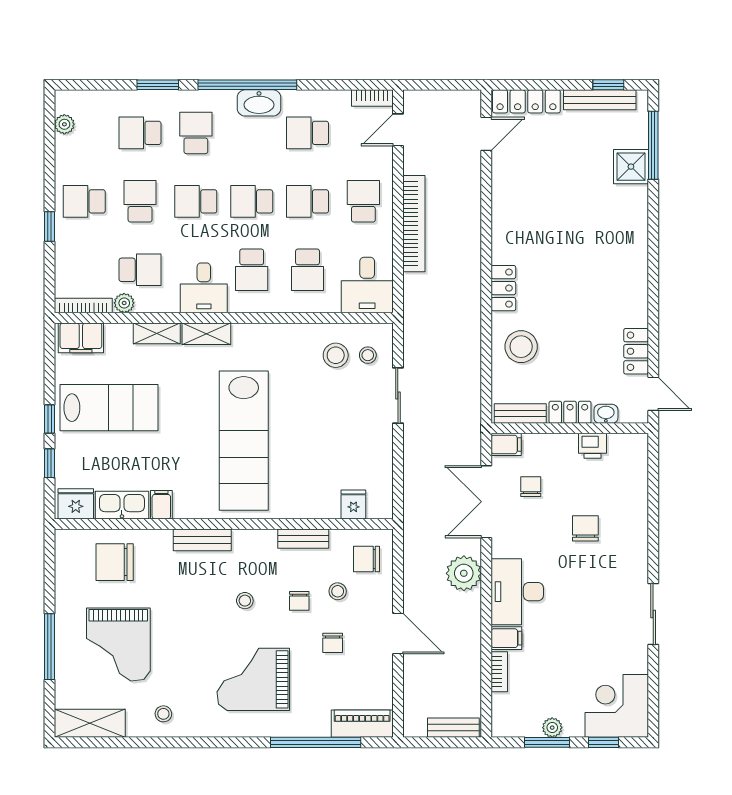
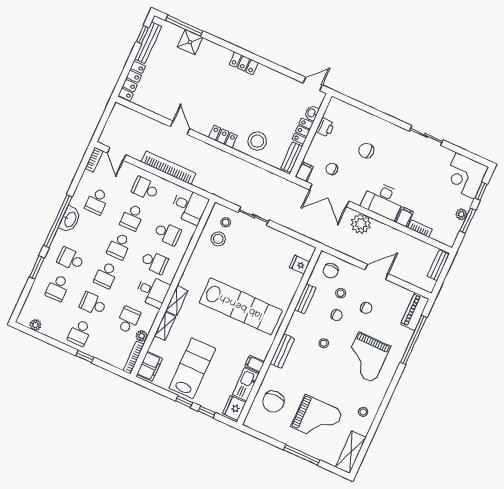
door: (486, 134) -> (180, 128), moved
locker: (636, 351) -> (244, 63), moved

